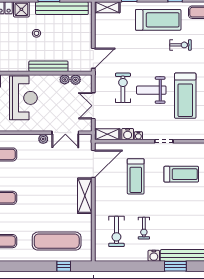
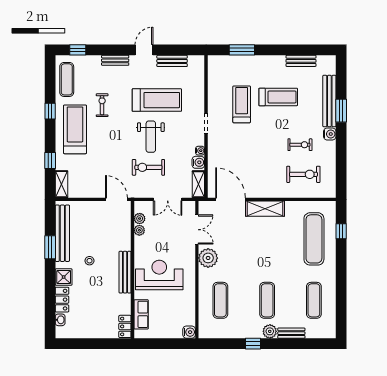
bench: (48, 66) -> (125, 272), moved
plant: (43, 139) -> (208, 258), width x1.88, depth x1.88
treadmill: (136, 176) -> (278, 97), moved

